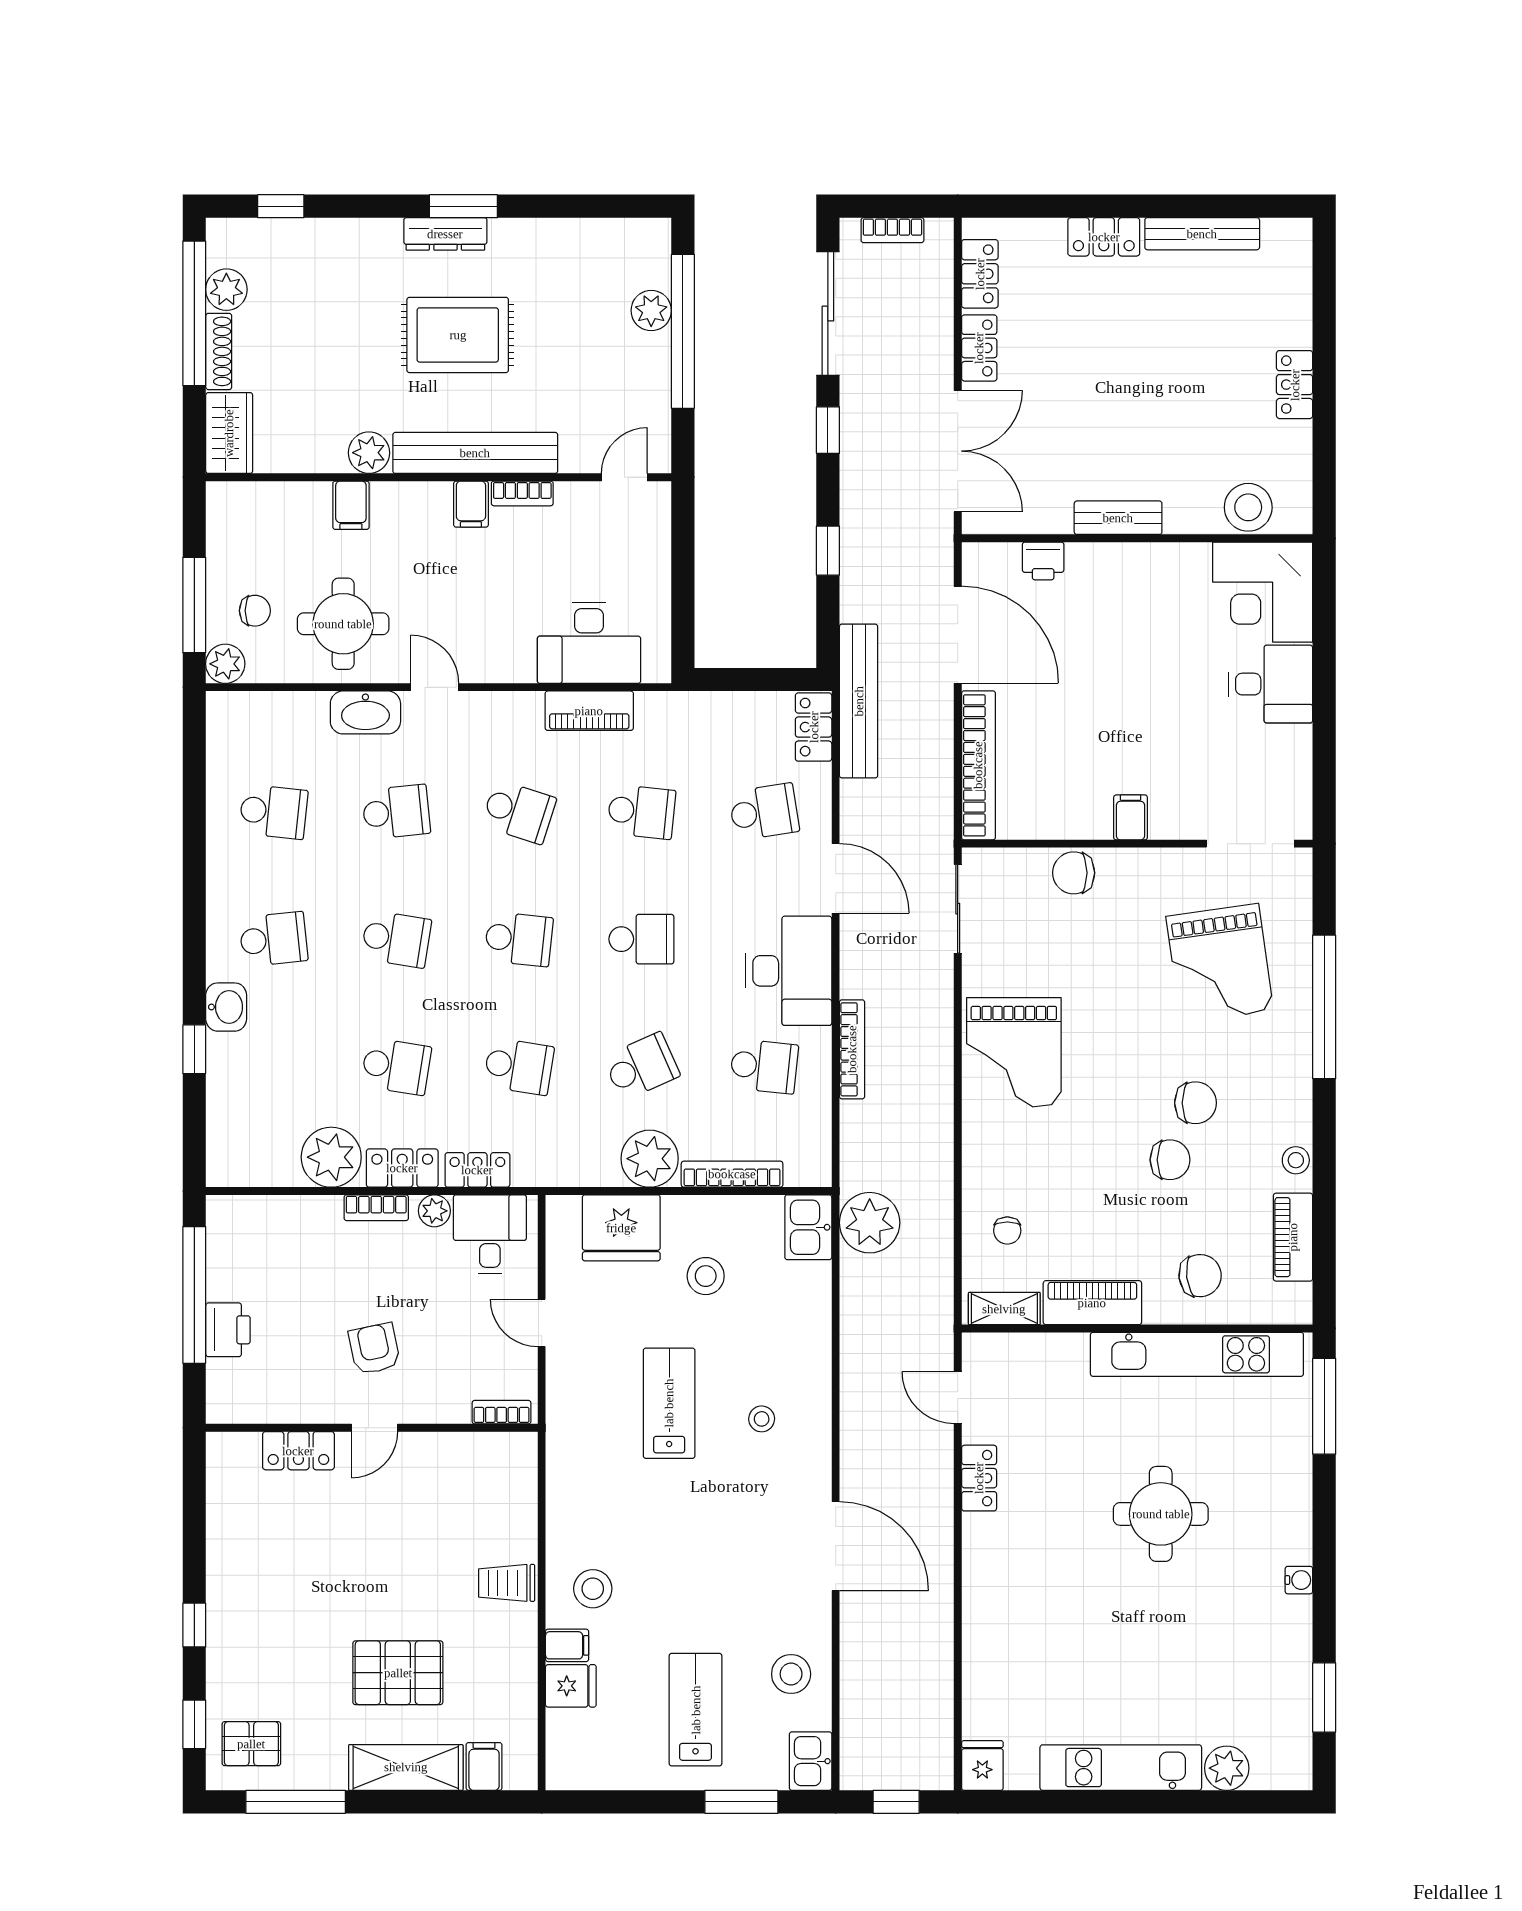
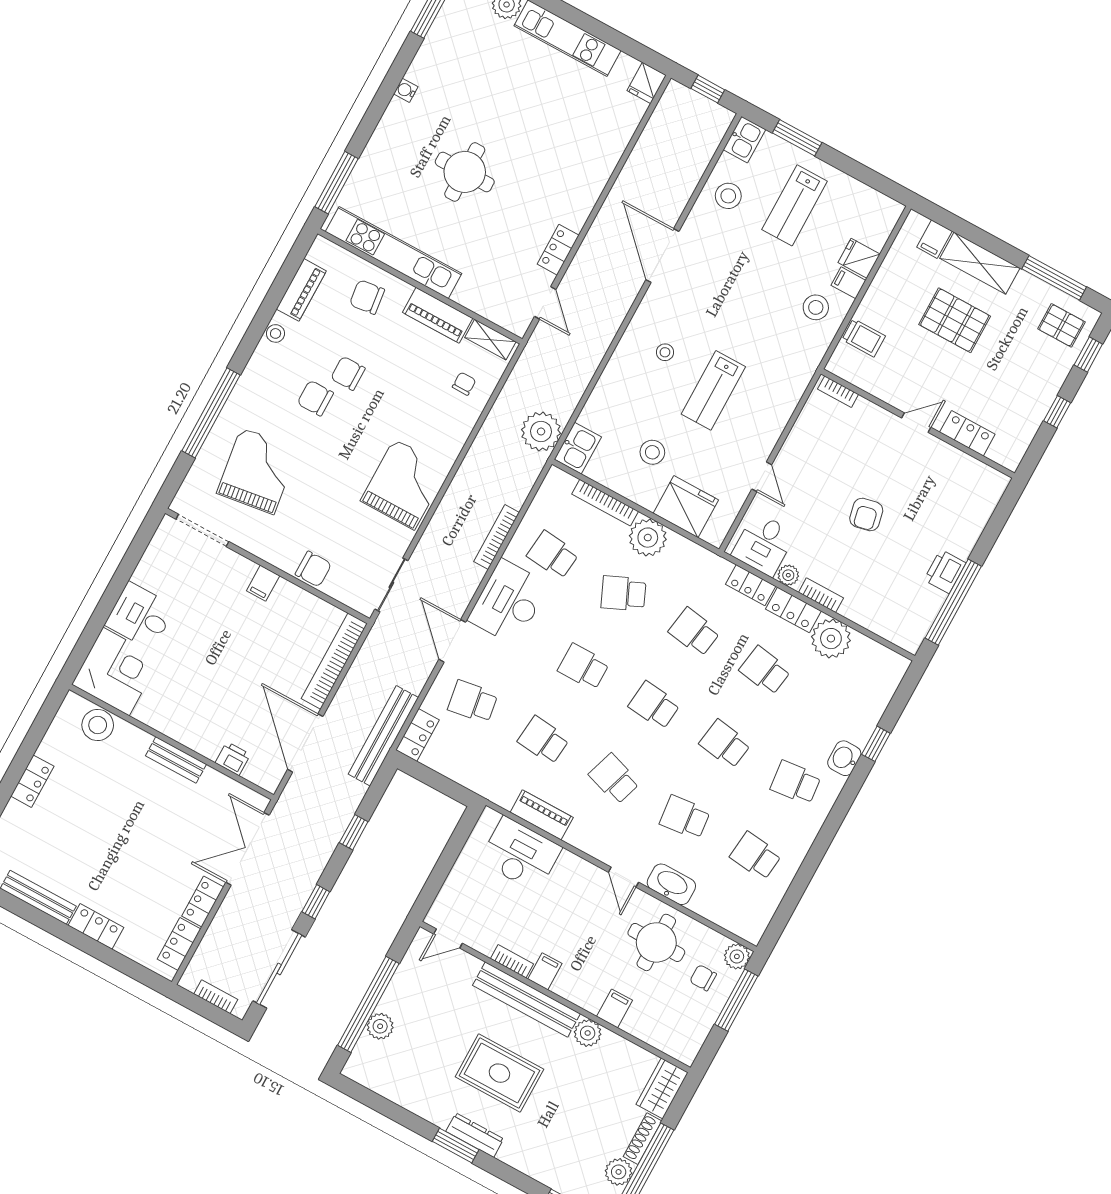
bookcase: (502, 1412) -> (838, 392), moved
wall: (372, 1428) -> (918, 424), moved
door: (375, 1428) -> (916, 423), moved
locker: (298, 1451) -> (967, 433), moved

